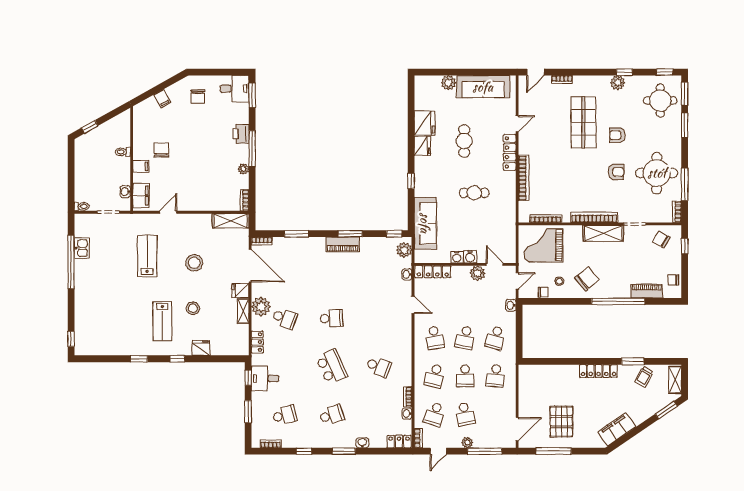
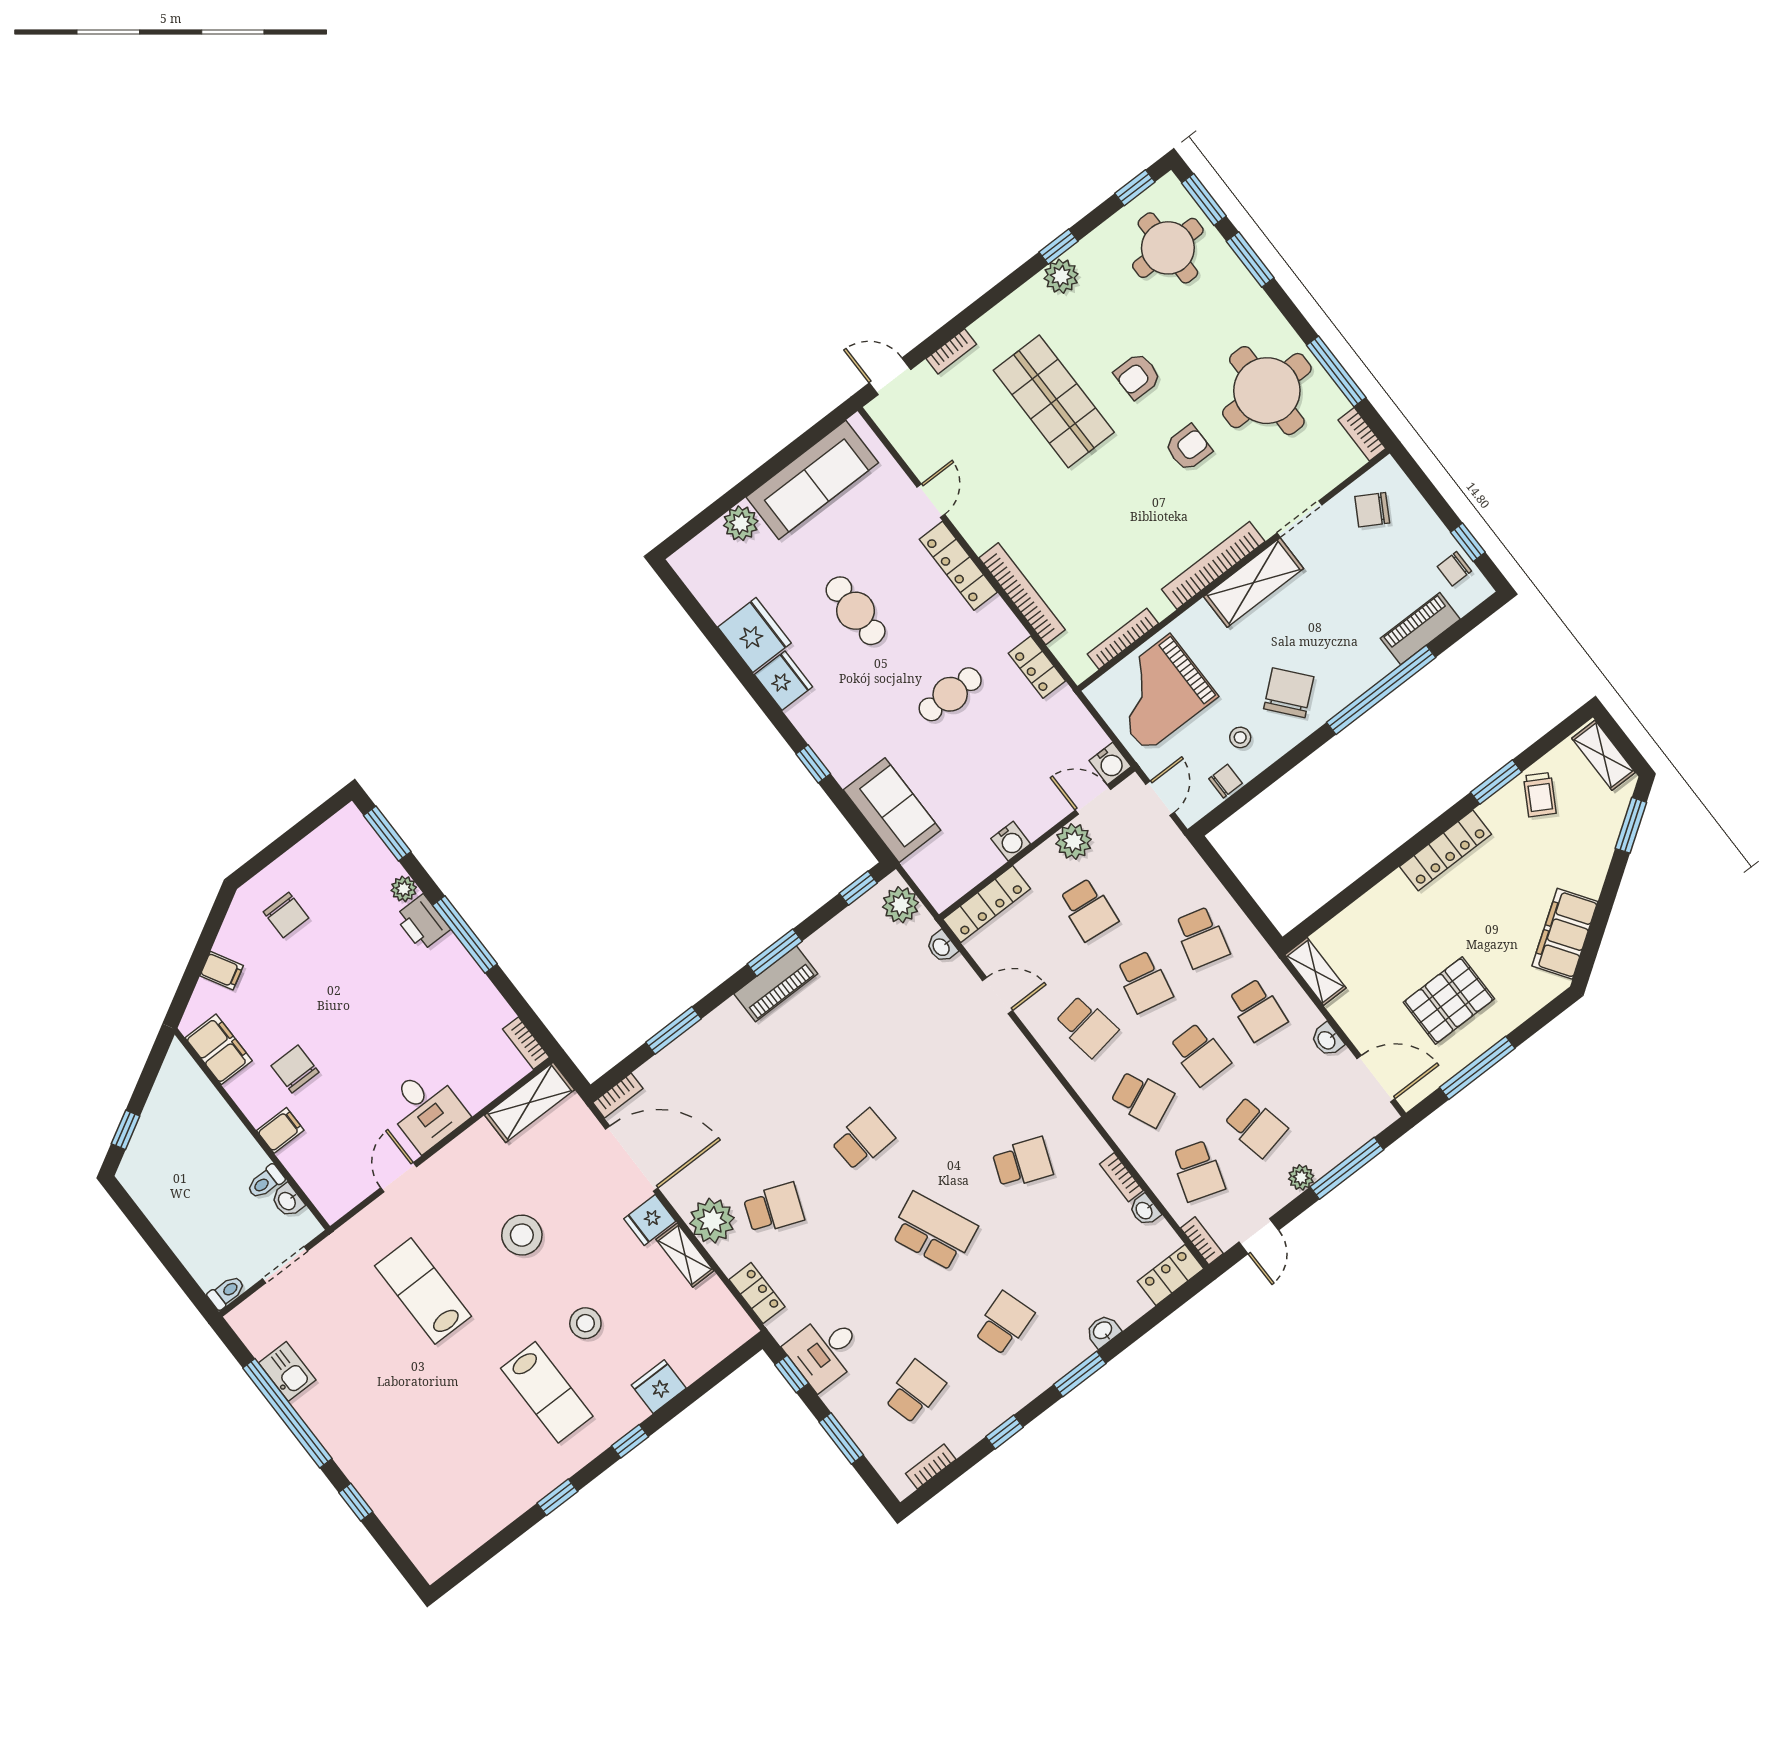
door: (535, 72) -> (890, 376), swing flipped
desk: (234, 89) -> (426, 1109), moved, turned 90
toilet: (123, 152) -> (265, 1182), moved
plant: (243, 169) -> (404, 889), moved
filing cabinet: (141, 195) -> (219, 1049), moved
locker: (510, 206) -> (1037, 667), added
sofa: (425, 223) -> (892, 810), width x0.73
window: (685, 246) -> (1468, 542), moved
water cooler: (470, 257) -> (1110, 763), moved
school desk: (465, 299) -> (1088, 909), added
washbasin: (511, 305) -> (1327, 1040), moved
window: (71, 339) -> (356, 1502), moved
school desk: (435, 376) -> (1142, 1099), turned -39
shelving: (524, 378) -> (1315, 971), added
pallet: (561, 422) -> (1449, 1000), turned 90
door: (517, 429) -> (1376, 1079), hinge flipped

